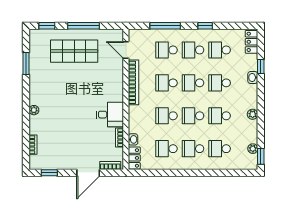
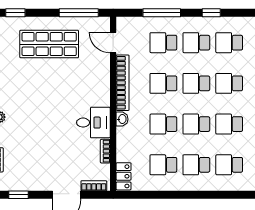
window: (83, 26) -> (79, 13), moved
washbasin: (133, 139) -> (122, 119), moved

